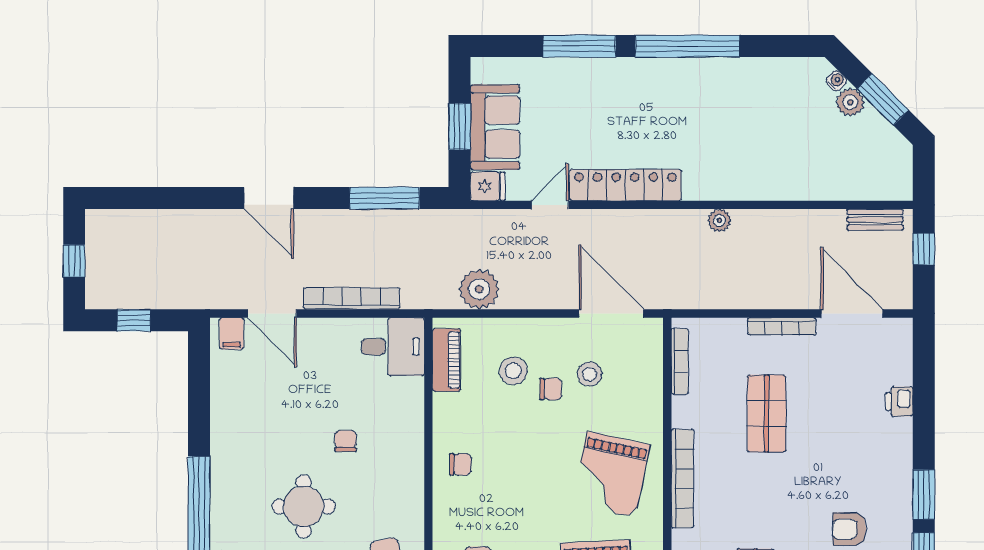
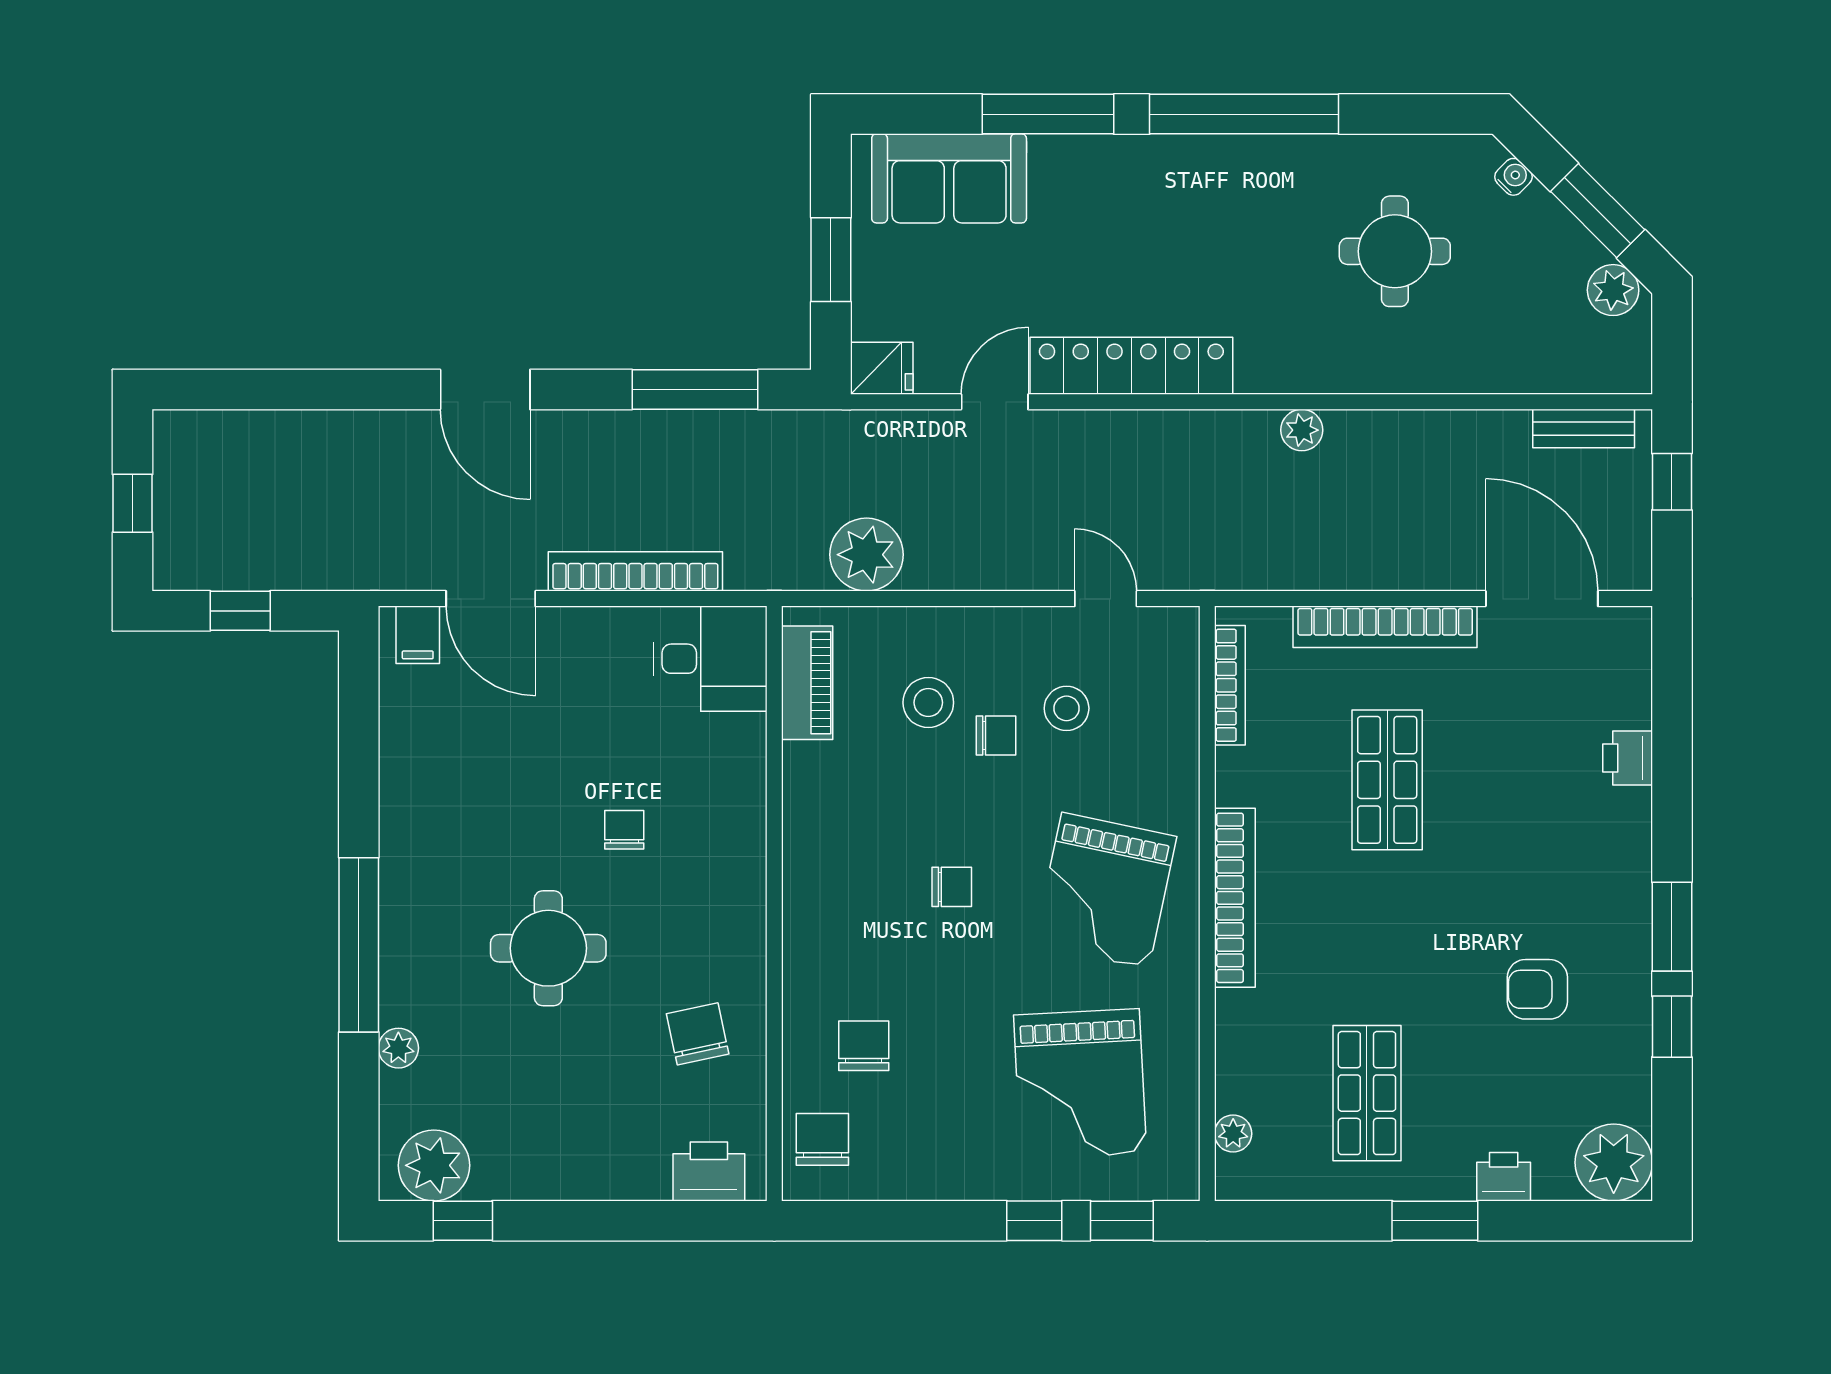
plant: (850, 102) -> (1613, 290), moved
round table: (771, 122) -> (1395, 251), added
sofa: (495, 127) -> (949, 178), moved, turned 90
door: (611, 313) -> (1106, 599), width x0.53
bookcase: (782, 326) -> (1385, 627), width x1.48, depth x1.31
chair: (460, 464) -> (952, 887), moved

